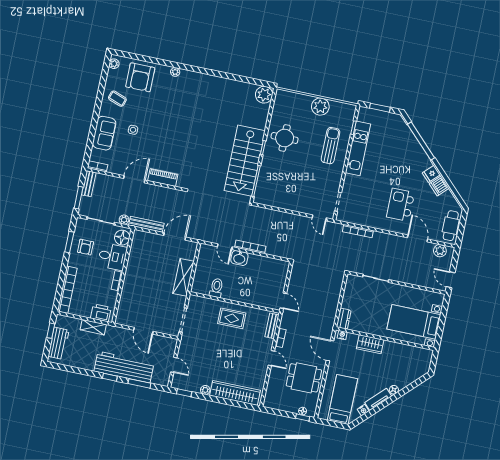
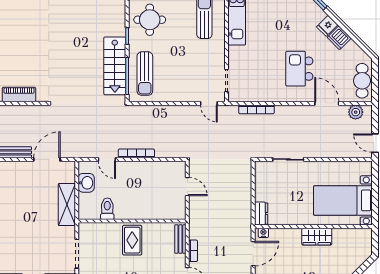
stairs: (245, 161) -> (115, 66), width x0.73, depth x0.66
sun lounger: (271, 182) -> (145, 74), added
washbasin: (239, 258) -> (86, 183), moved, turned -90
door: (283, 301) -> (187, 187), moved
rug: (232, 318) -> (132, 240), turned 90
wardrobe: (370, 344) -> (317, 237), moved
door: (330, 351) -> (253, 254), swing flipped

